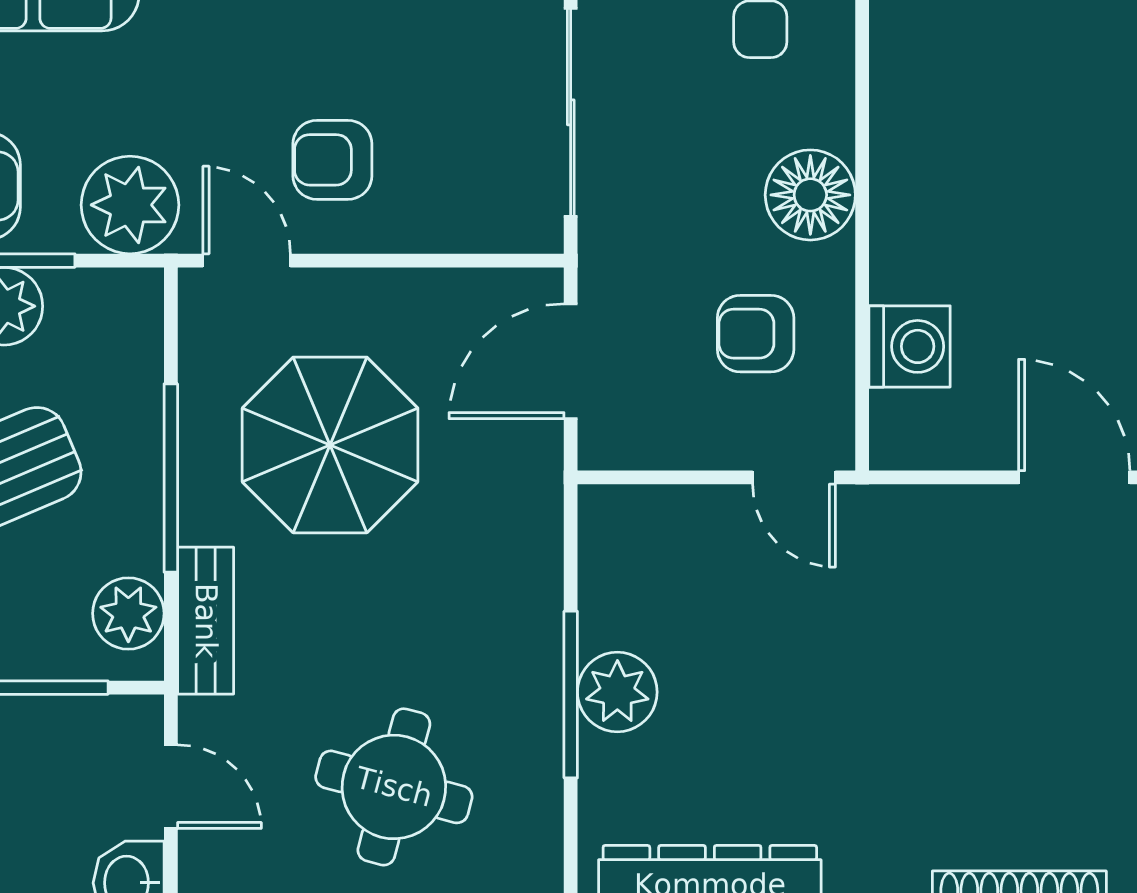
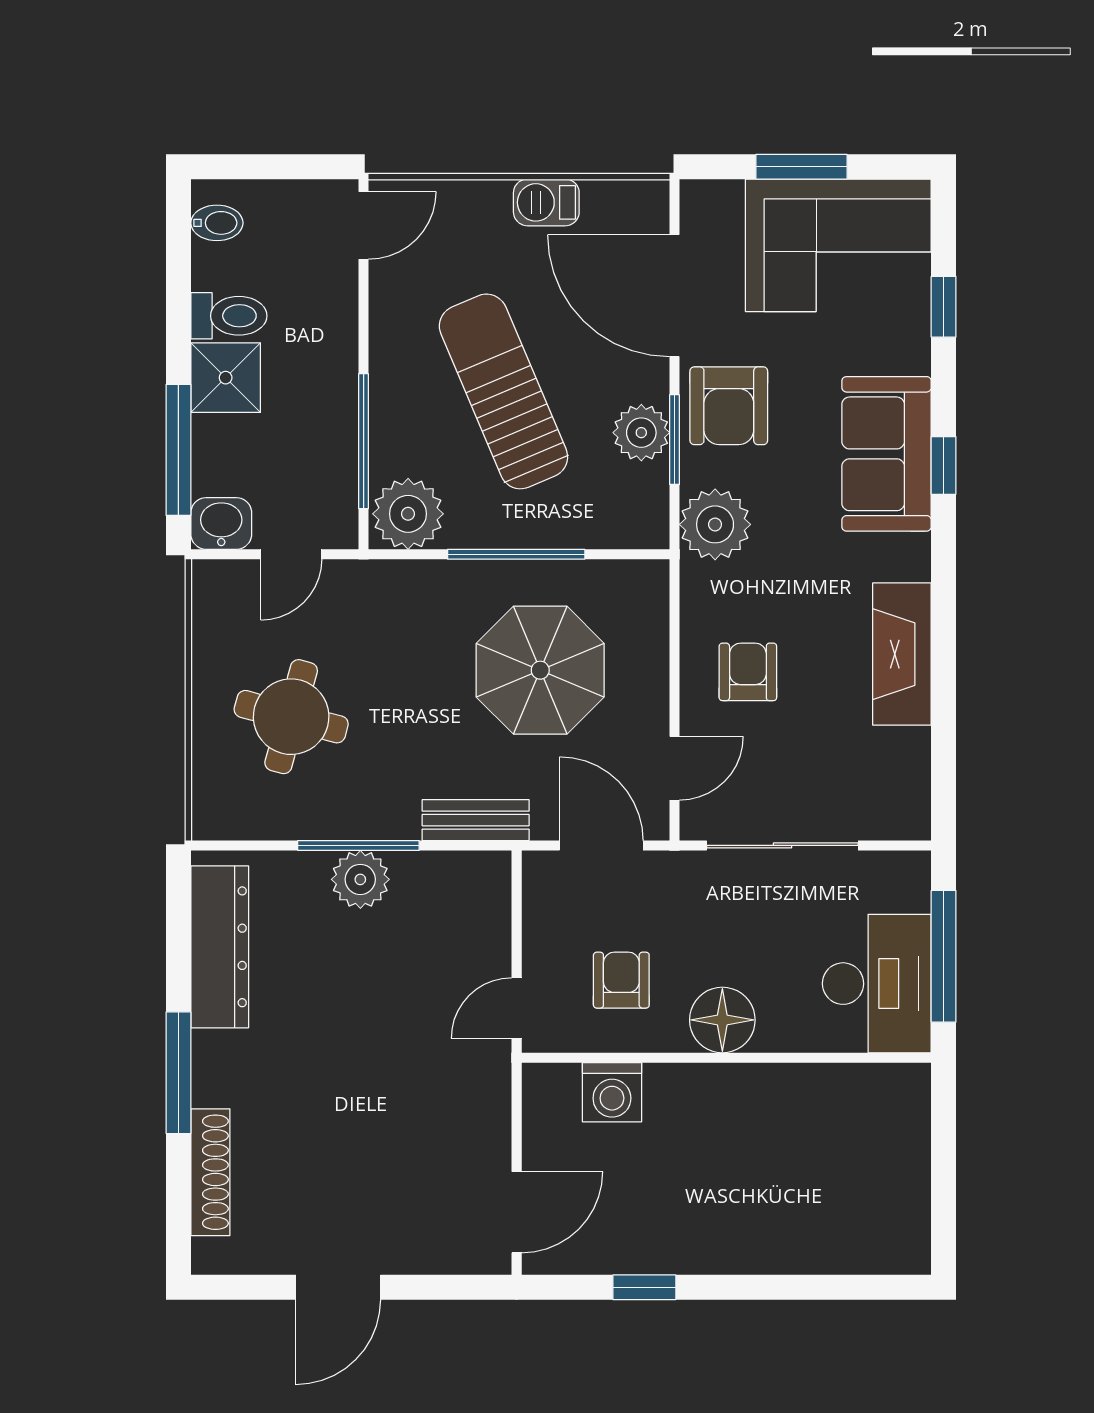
door: (247, 261) -> (675, 768), moved
plant: (128, 613) -> (408, 514), width x1.36, depth x1.36
bench: (206, 621) -> (476, 820), moved

